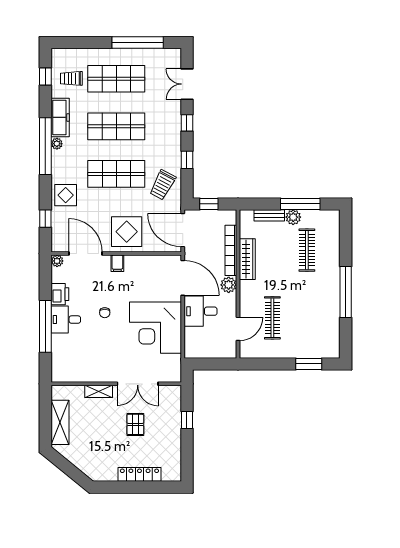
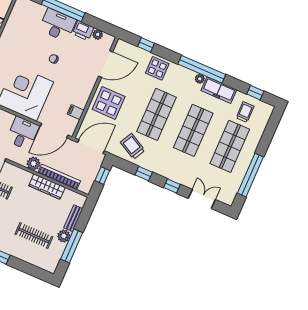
plant: (57, 261) -> (98, 34), moved
filing cabinet: (117, 263) -> (76, 112), moved
desk: (66, 320) -> (58, 25), width x1.37

